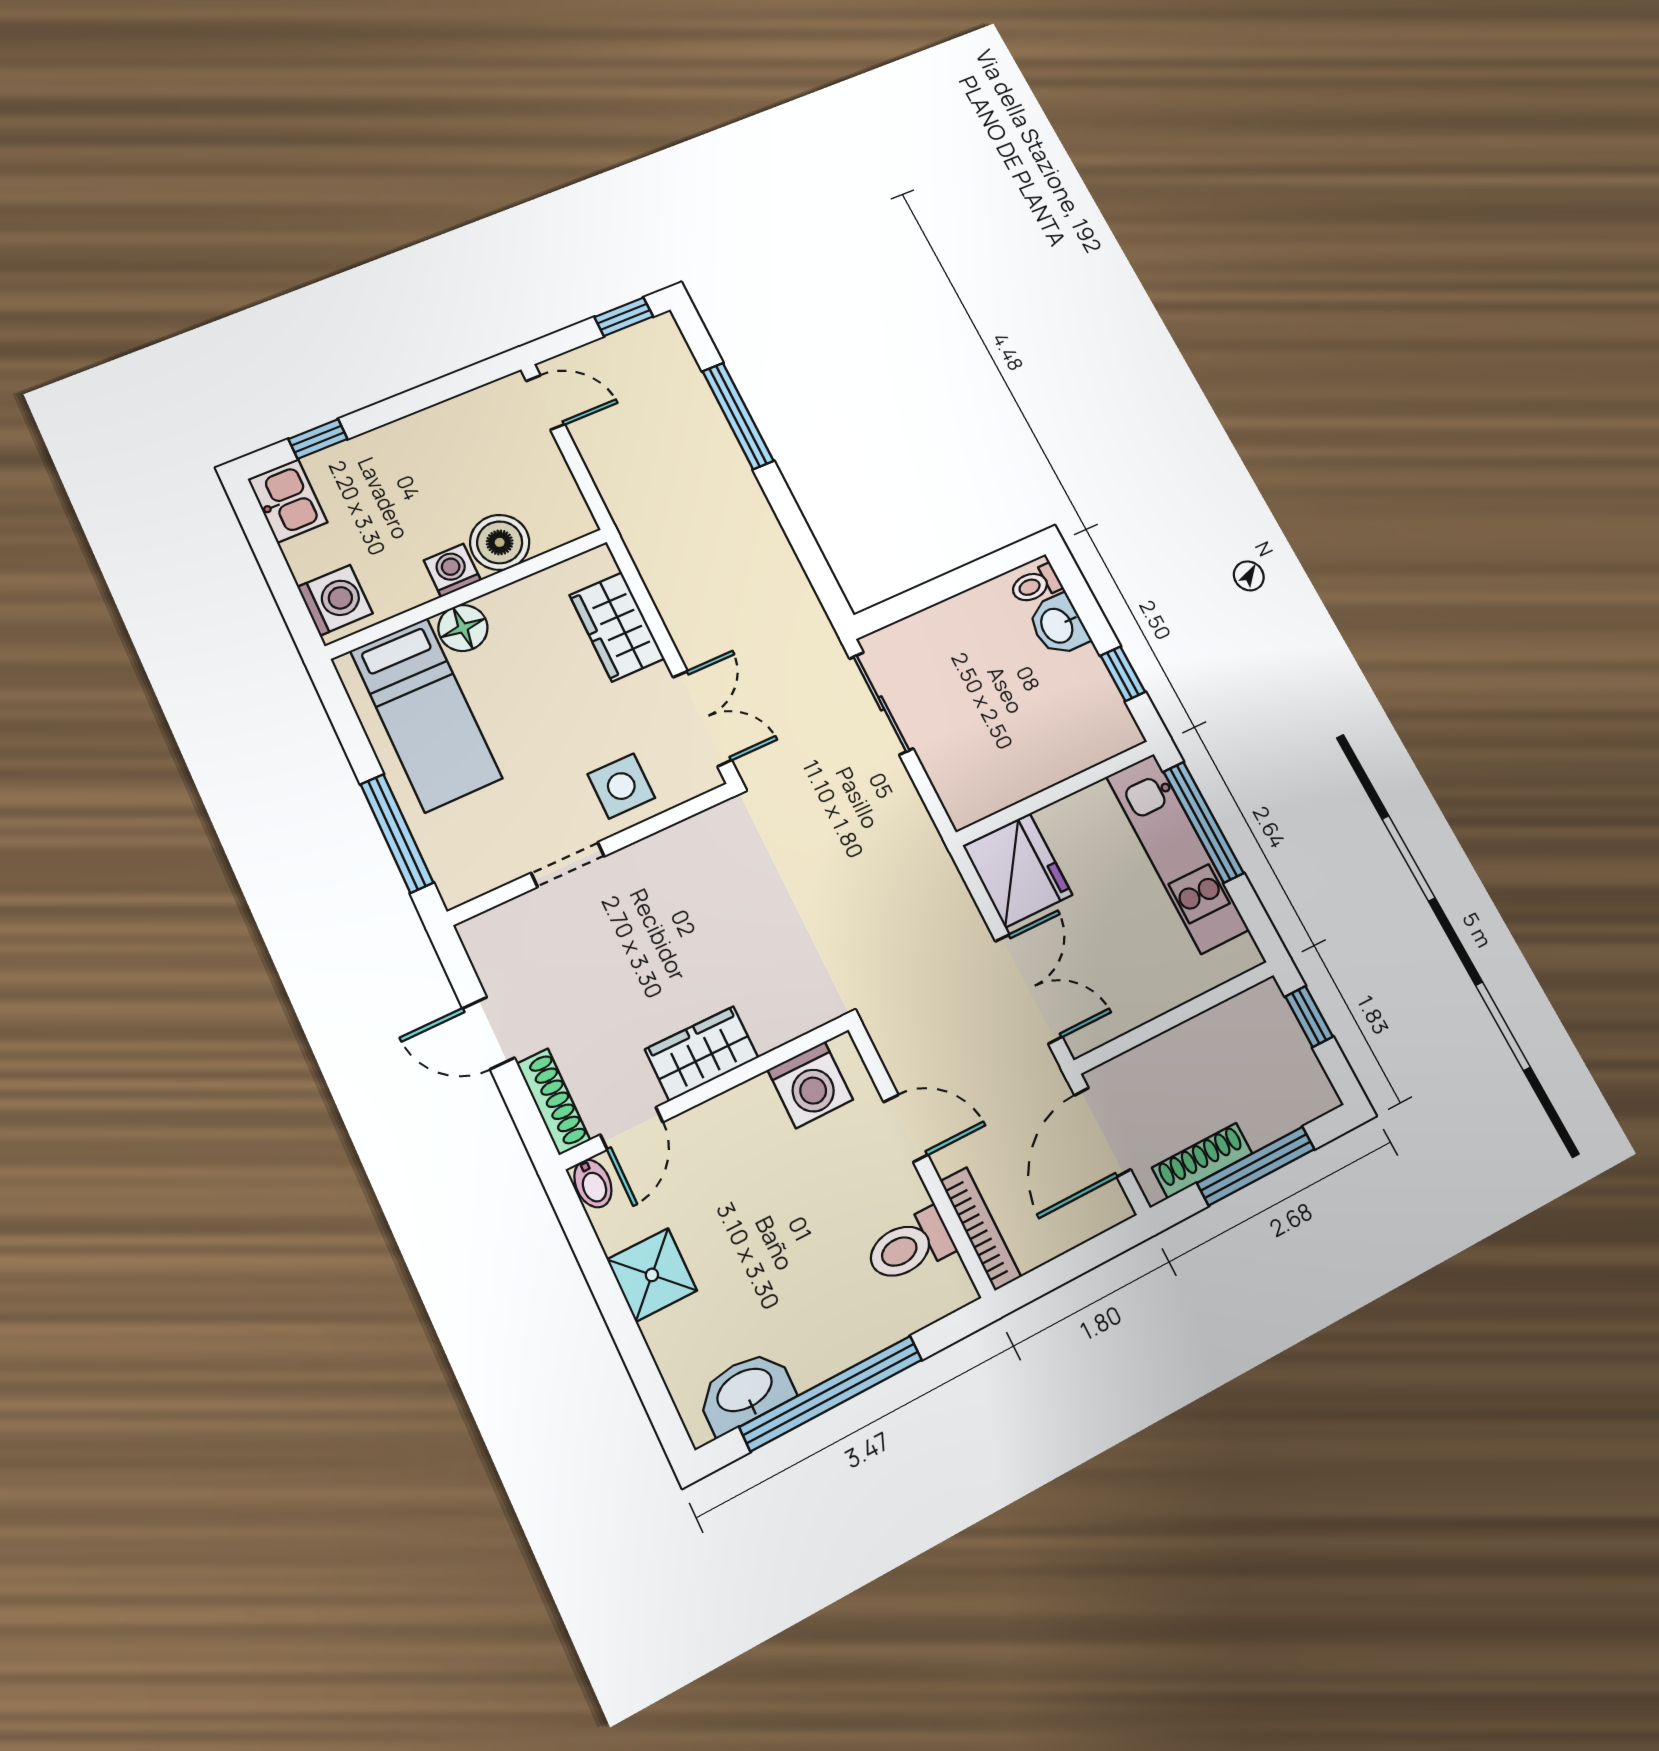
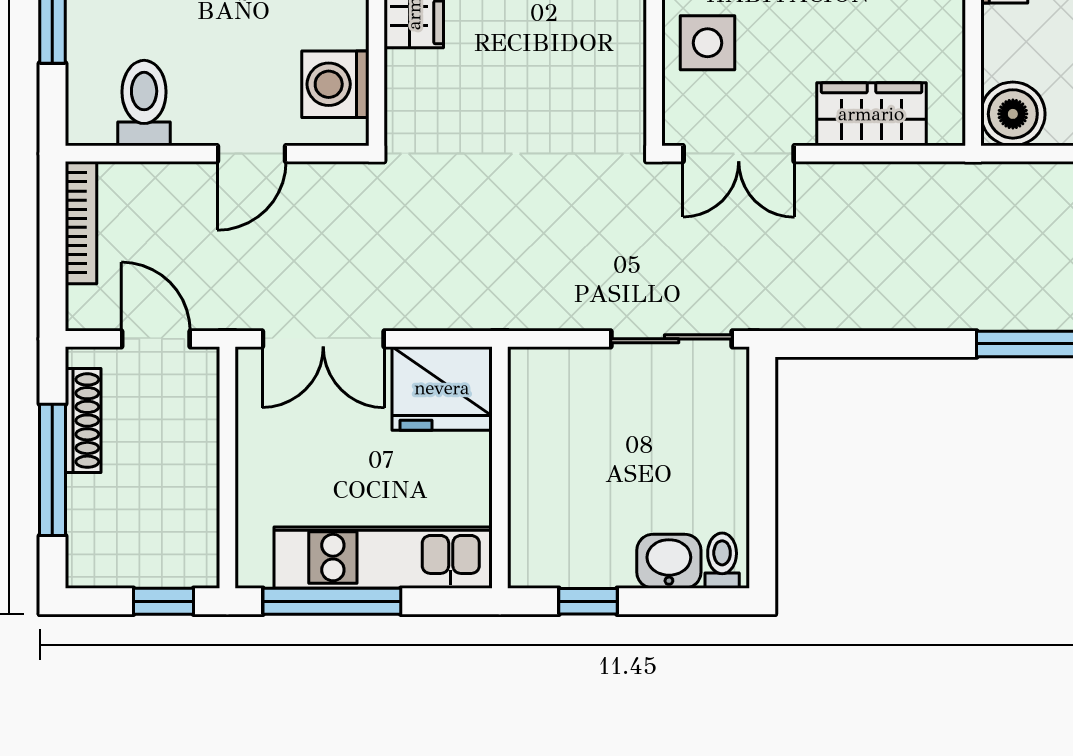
boiler: (500, 542) -> (1013, 114), moved
window: (1203, 822) -> (332, 601), moved
door: (1103, 1132) -> (156, 339), width x0.73
bookcase: (981, 1229) -> (81, 223), moved, turned -90

